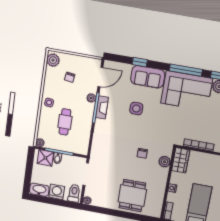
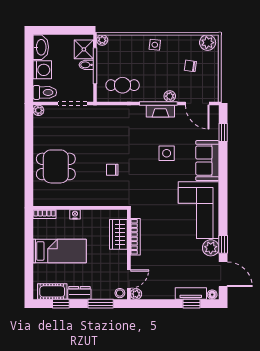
window: (140, 62) -> (223, 133), moved
window: (186, 70) -> (223, 205), removed
cafe table: (65, 122) -> (123, 85), moved
wardrobe: (181, 160) -> (118, 234), moved, turned 90
plant: (165, 162) -> (107, 199), removed

